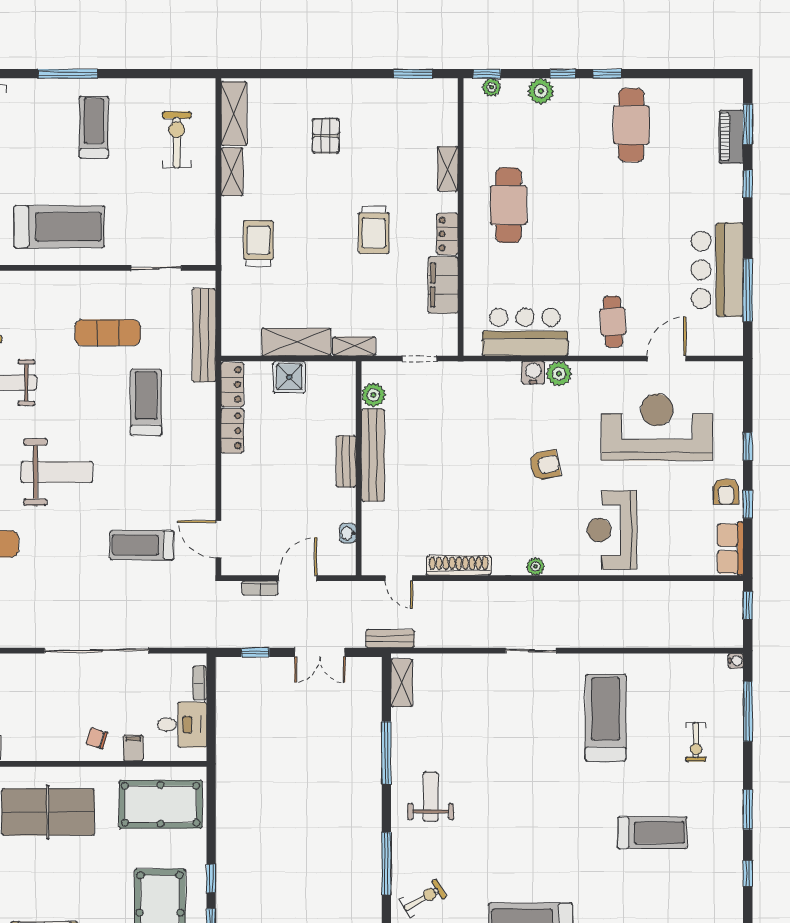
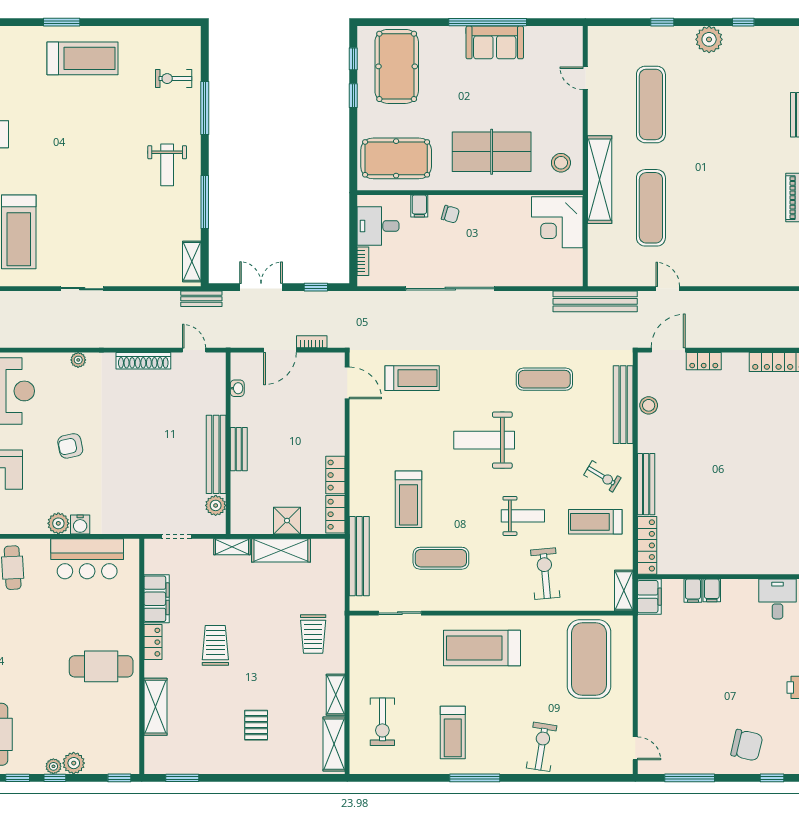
plant: (492, 87) -> (53, 766), moved
shelving: (448, 169) -> (155, 707), width x1.50, depth x1.33
cafe table: (509, 205) -> (101, 666), turned 90
exercise bike: (423, 898) -> (174, 79), turned 30

